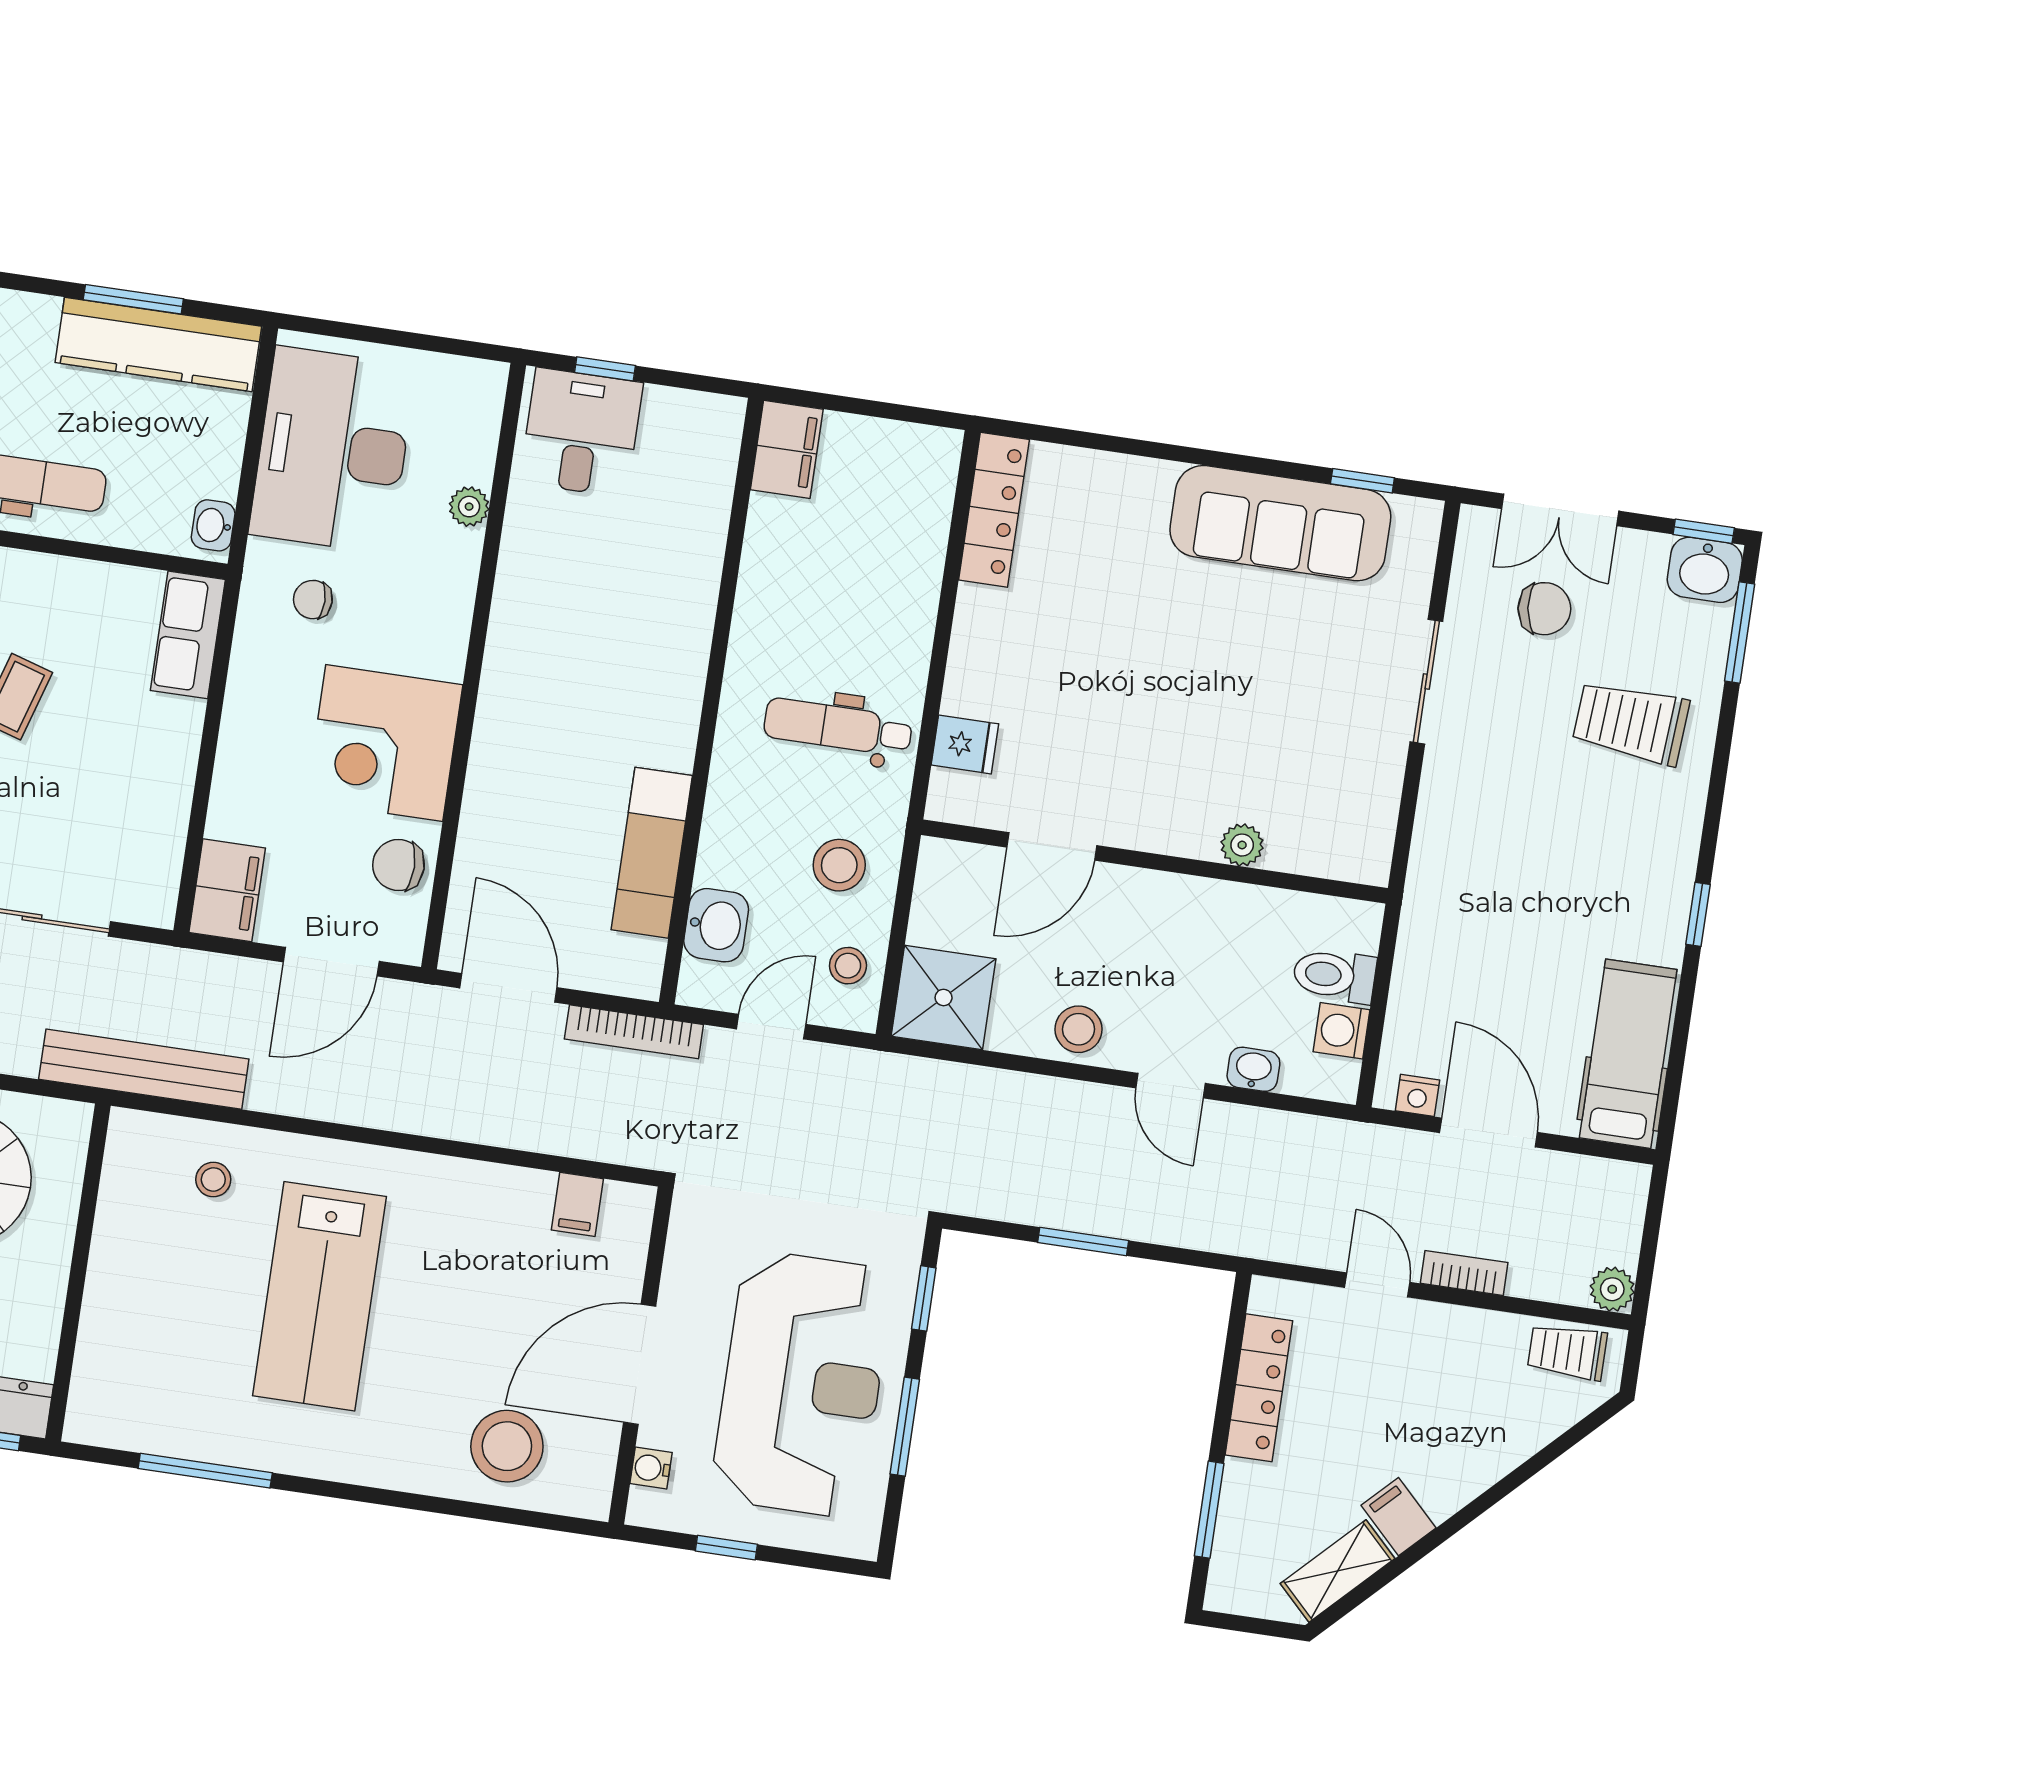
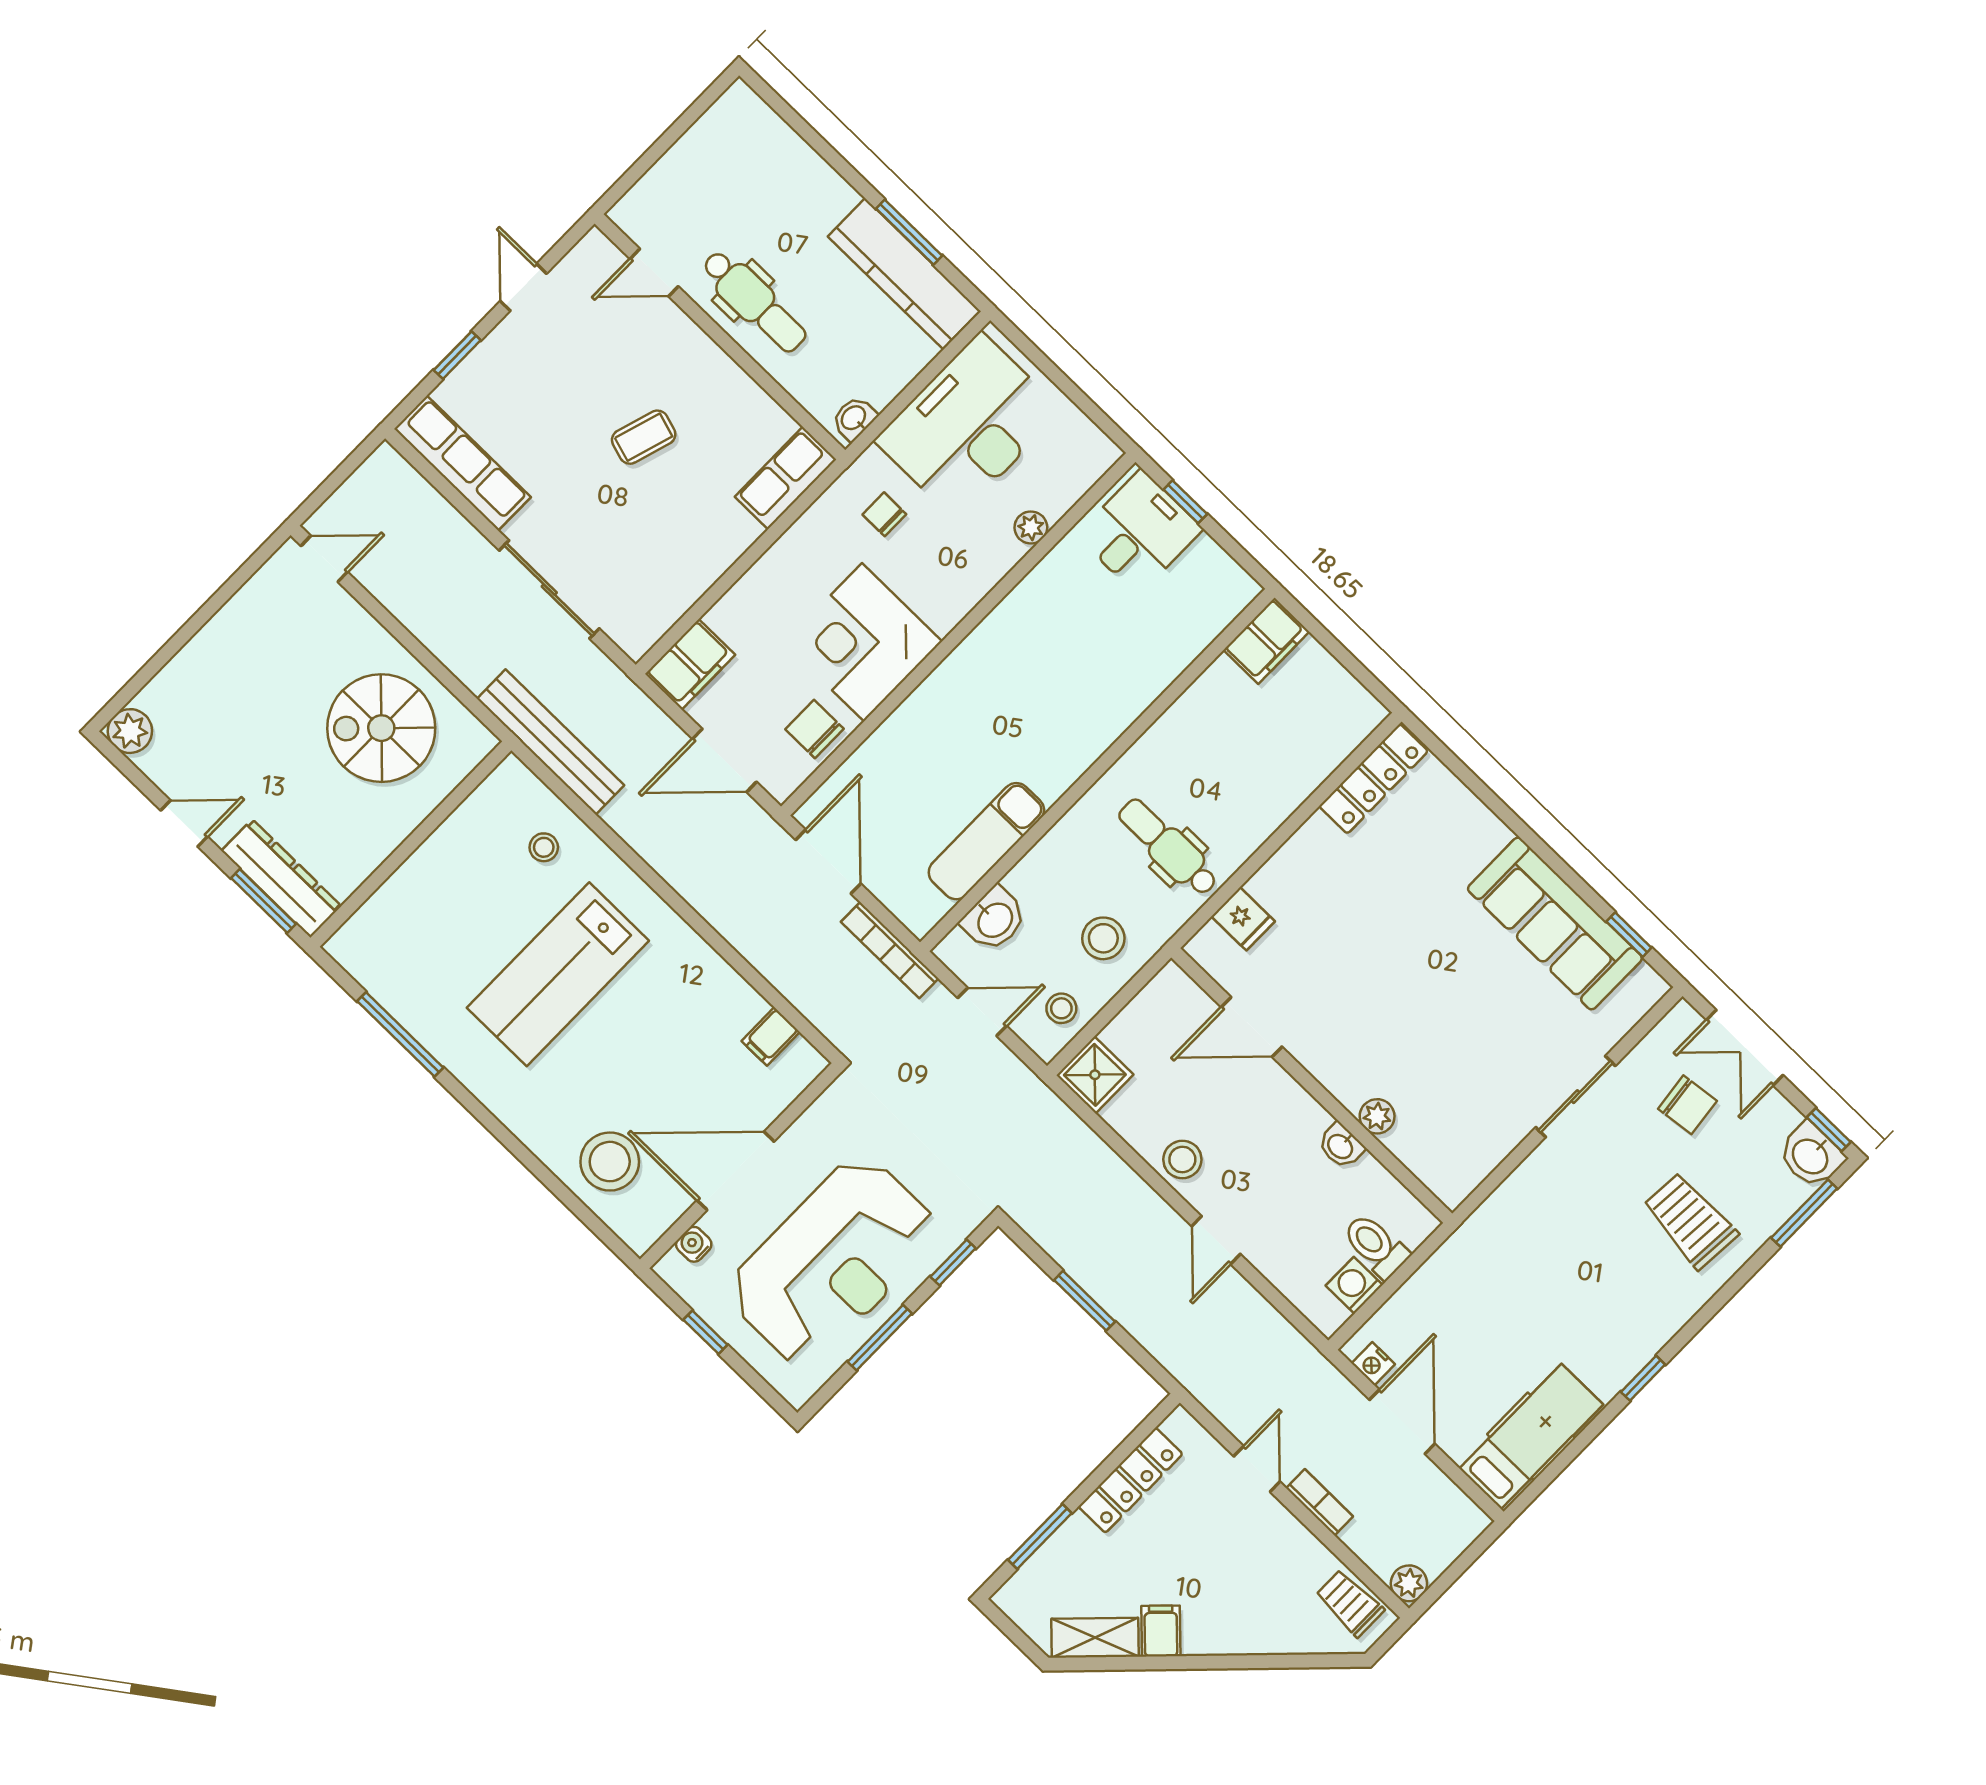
shower: (944, 997) -> (1095, 1075), width x0.73, depth x0.73
washbasin: (1253, 1069) -> (1341, 1146), moved, turned 180

